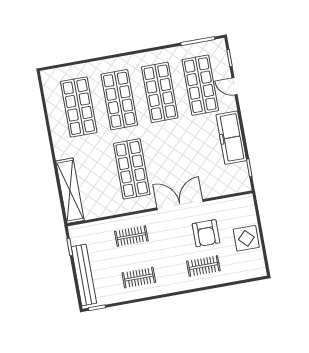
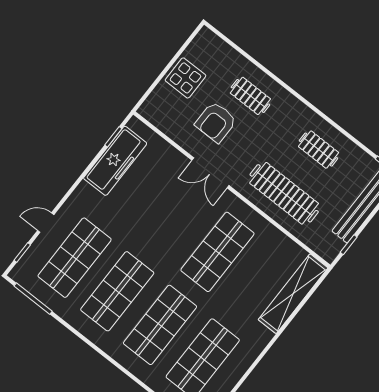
door: (235, 86) -> (46, 223), swing flipped
freezer: (231, 138) -> (115, 161), moved
double door: (180, 205) -> (210, 173), width x0.73
armchair: (206, 233) -> (216, 122), turned 180
clothes rail: (131, 236) -> (284, 193), width x1.86, depth x1.31

